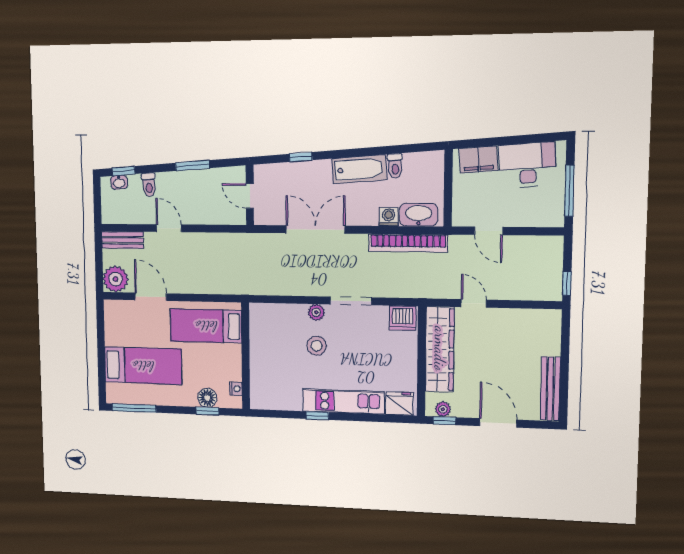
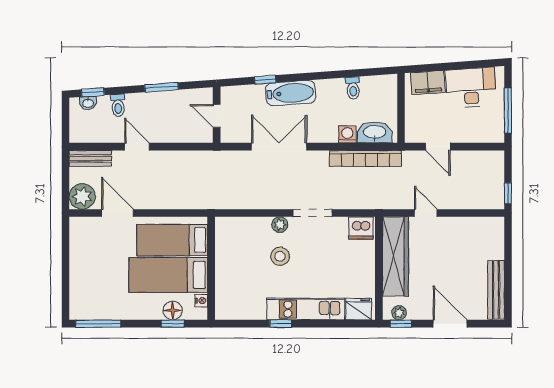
bathtub: (359, 169) -> (291, 93), moved
bed: (143, 366) -> (168, 275), moved, turned 180

